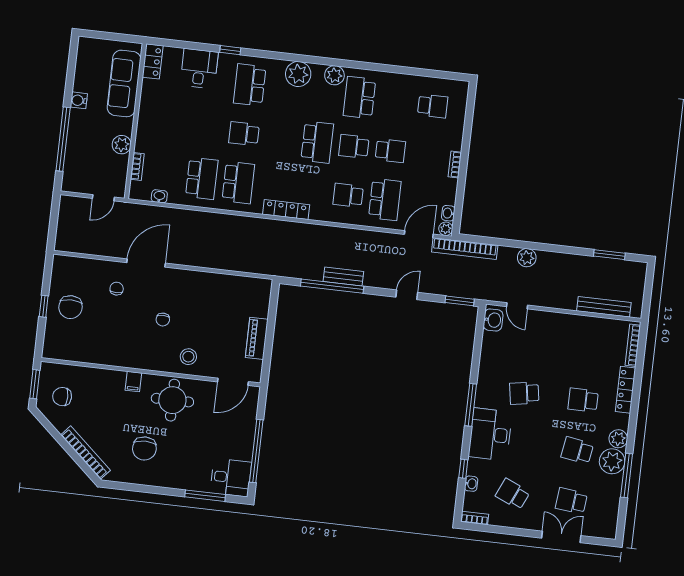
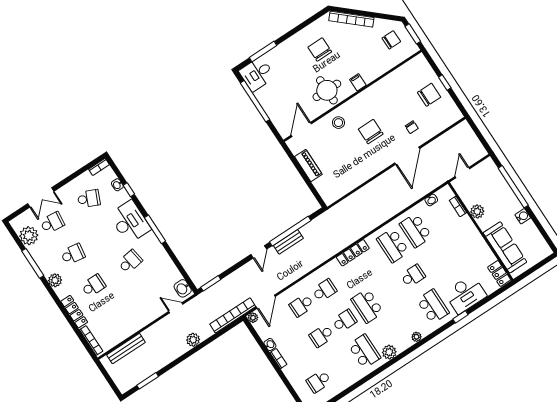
desk: (199, 68) -> (465, 294), width x1.37
plant: (298, 74) -> (416, 337), width x0.53, depth x0.53
school desk: (385, 200) -> (302, 305), width x0.54
washbasin: (448, 213) -> (270, 345), moved
door: (407, 295) -> (259, 252), moved
chair: (71, 307) -> (429, 95), turned 90
chair: (163, 320) -> (371, 132), width x1.87, depth x1.87
plant: (612, 461) -> (29, 236), moved

